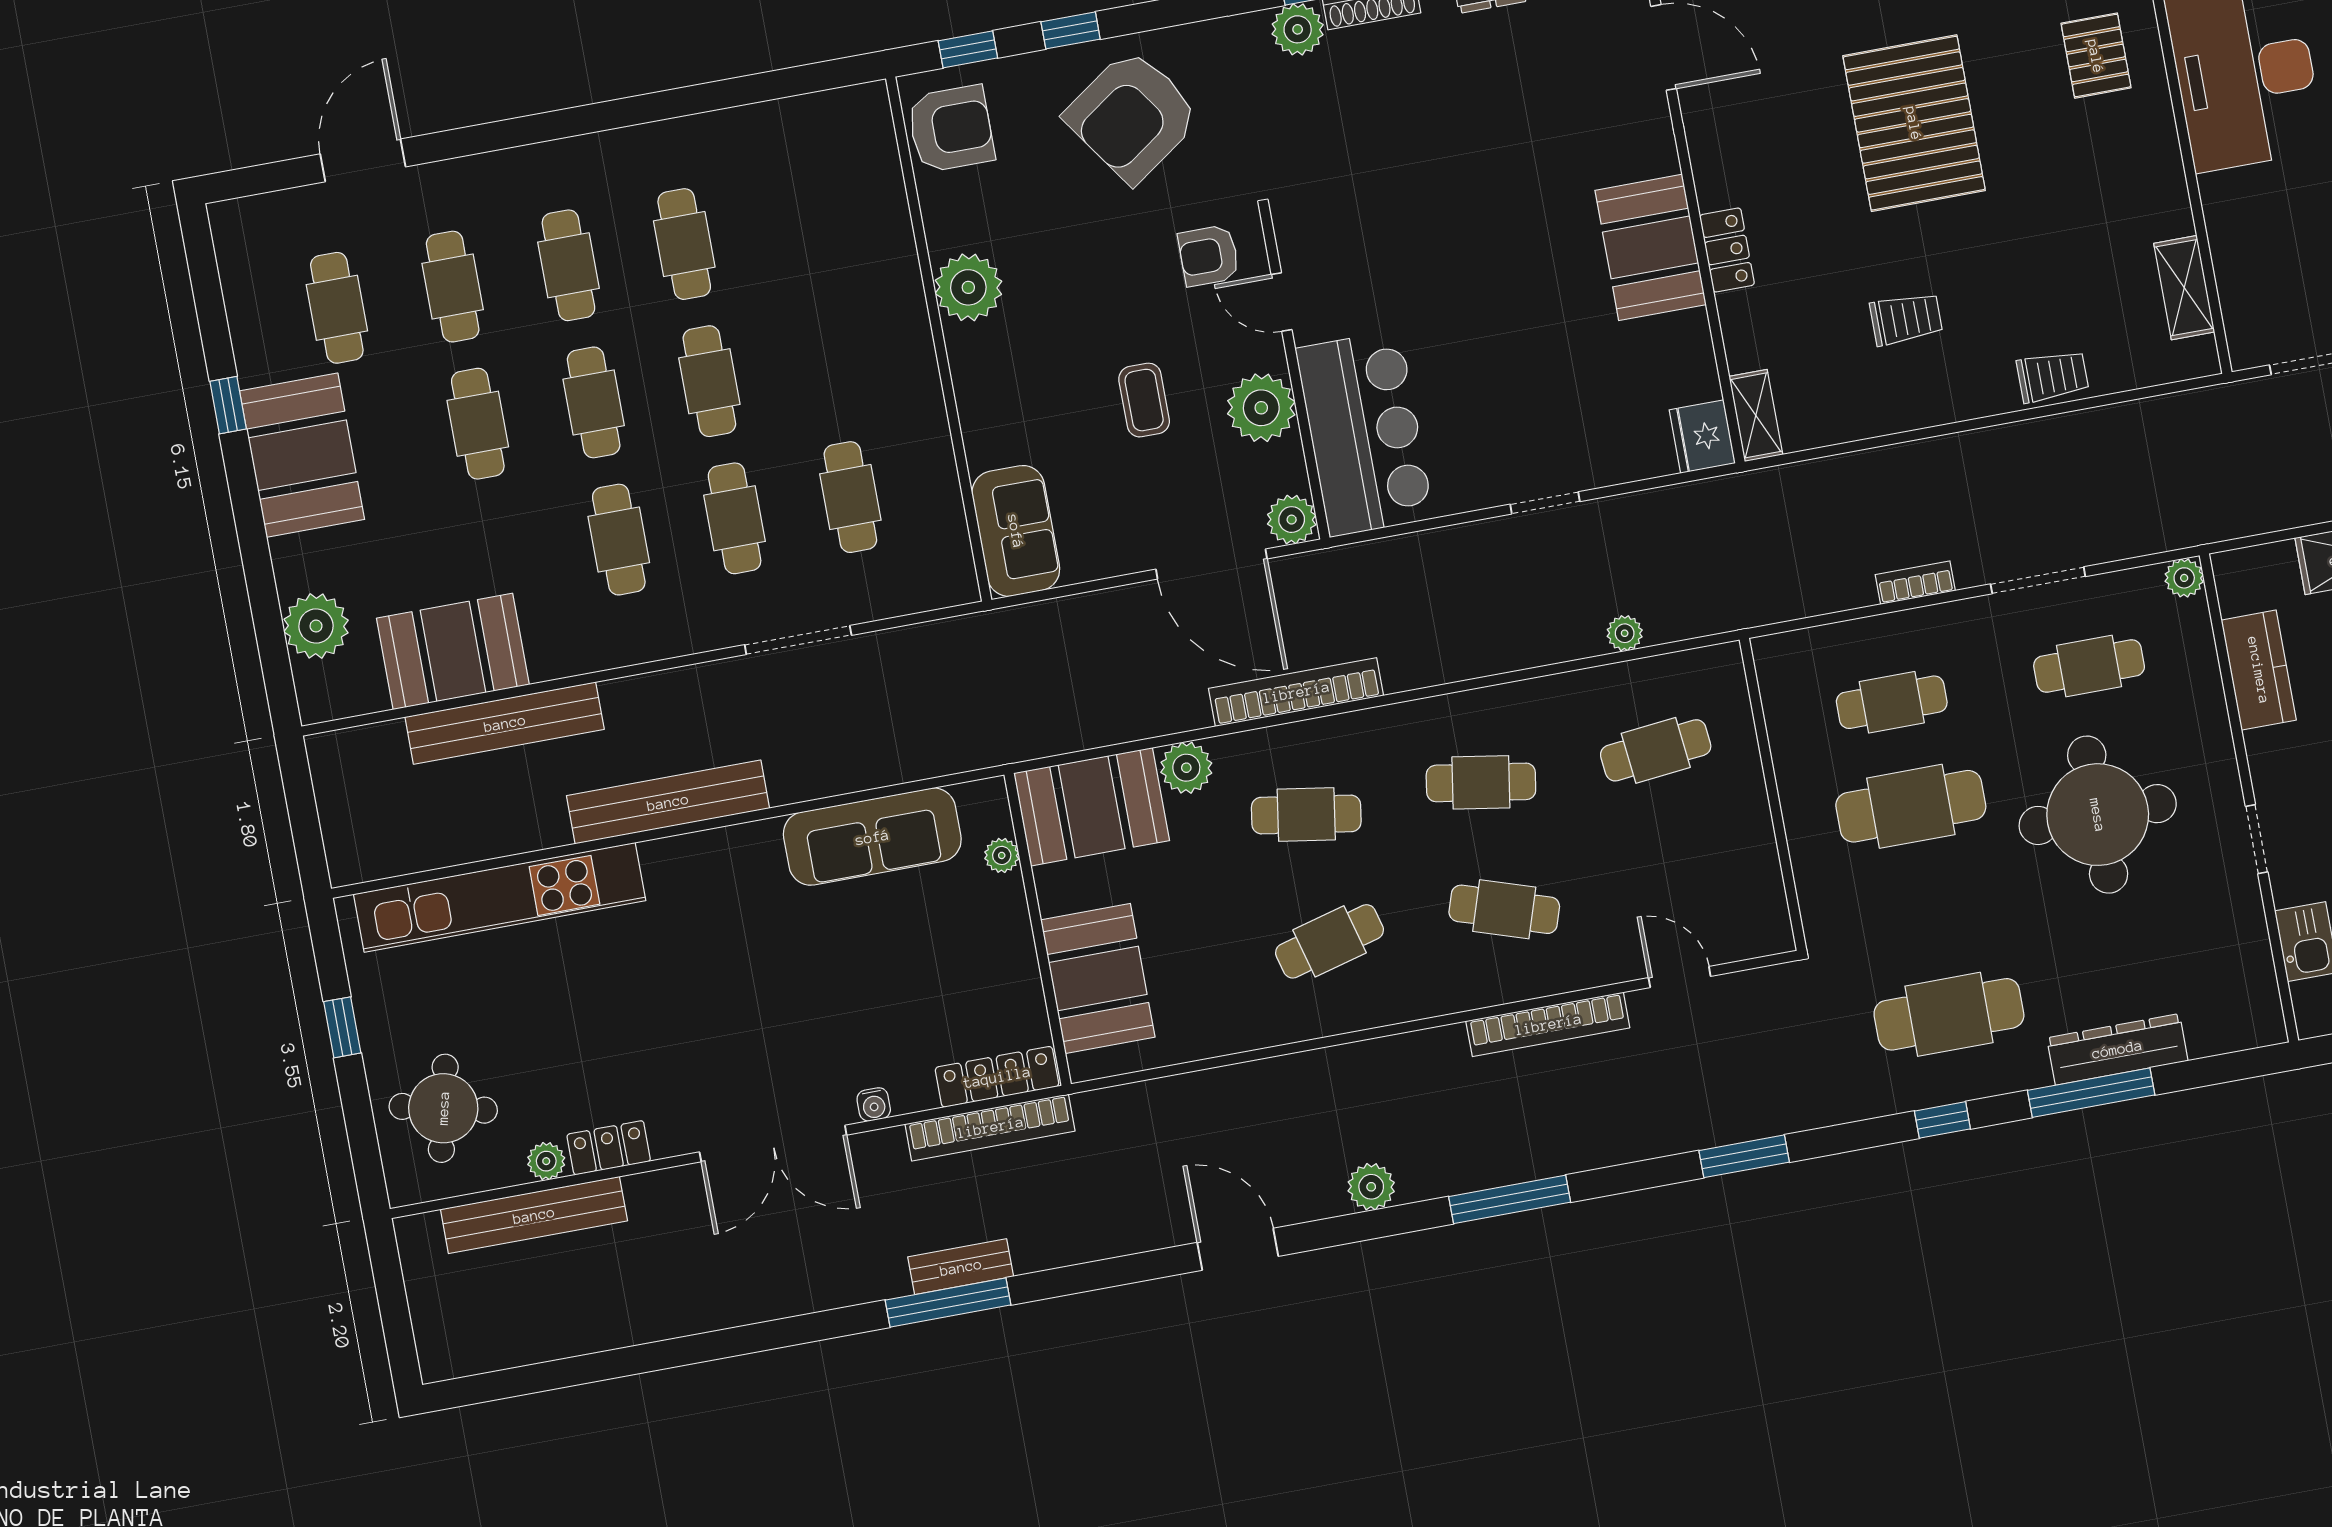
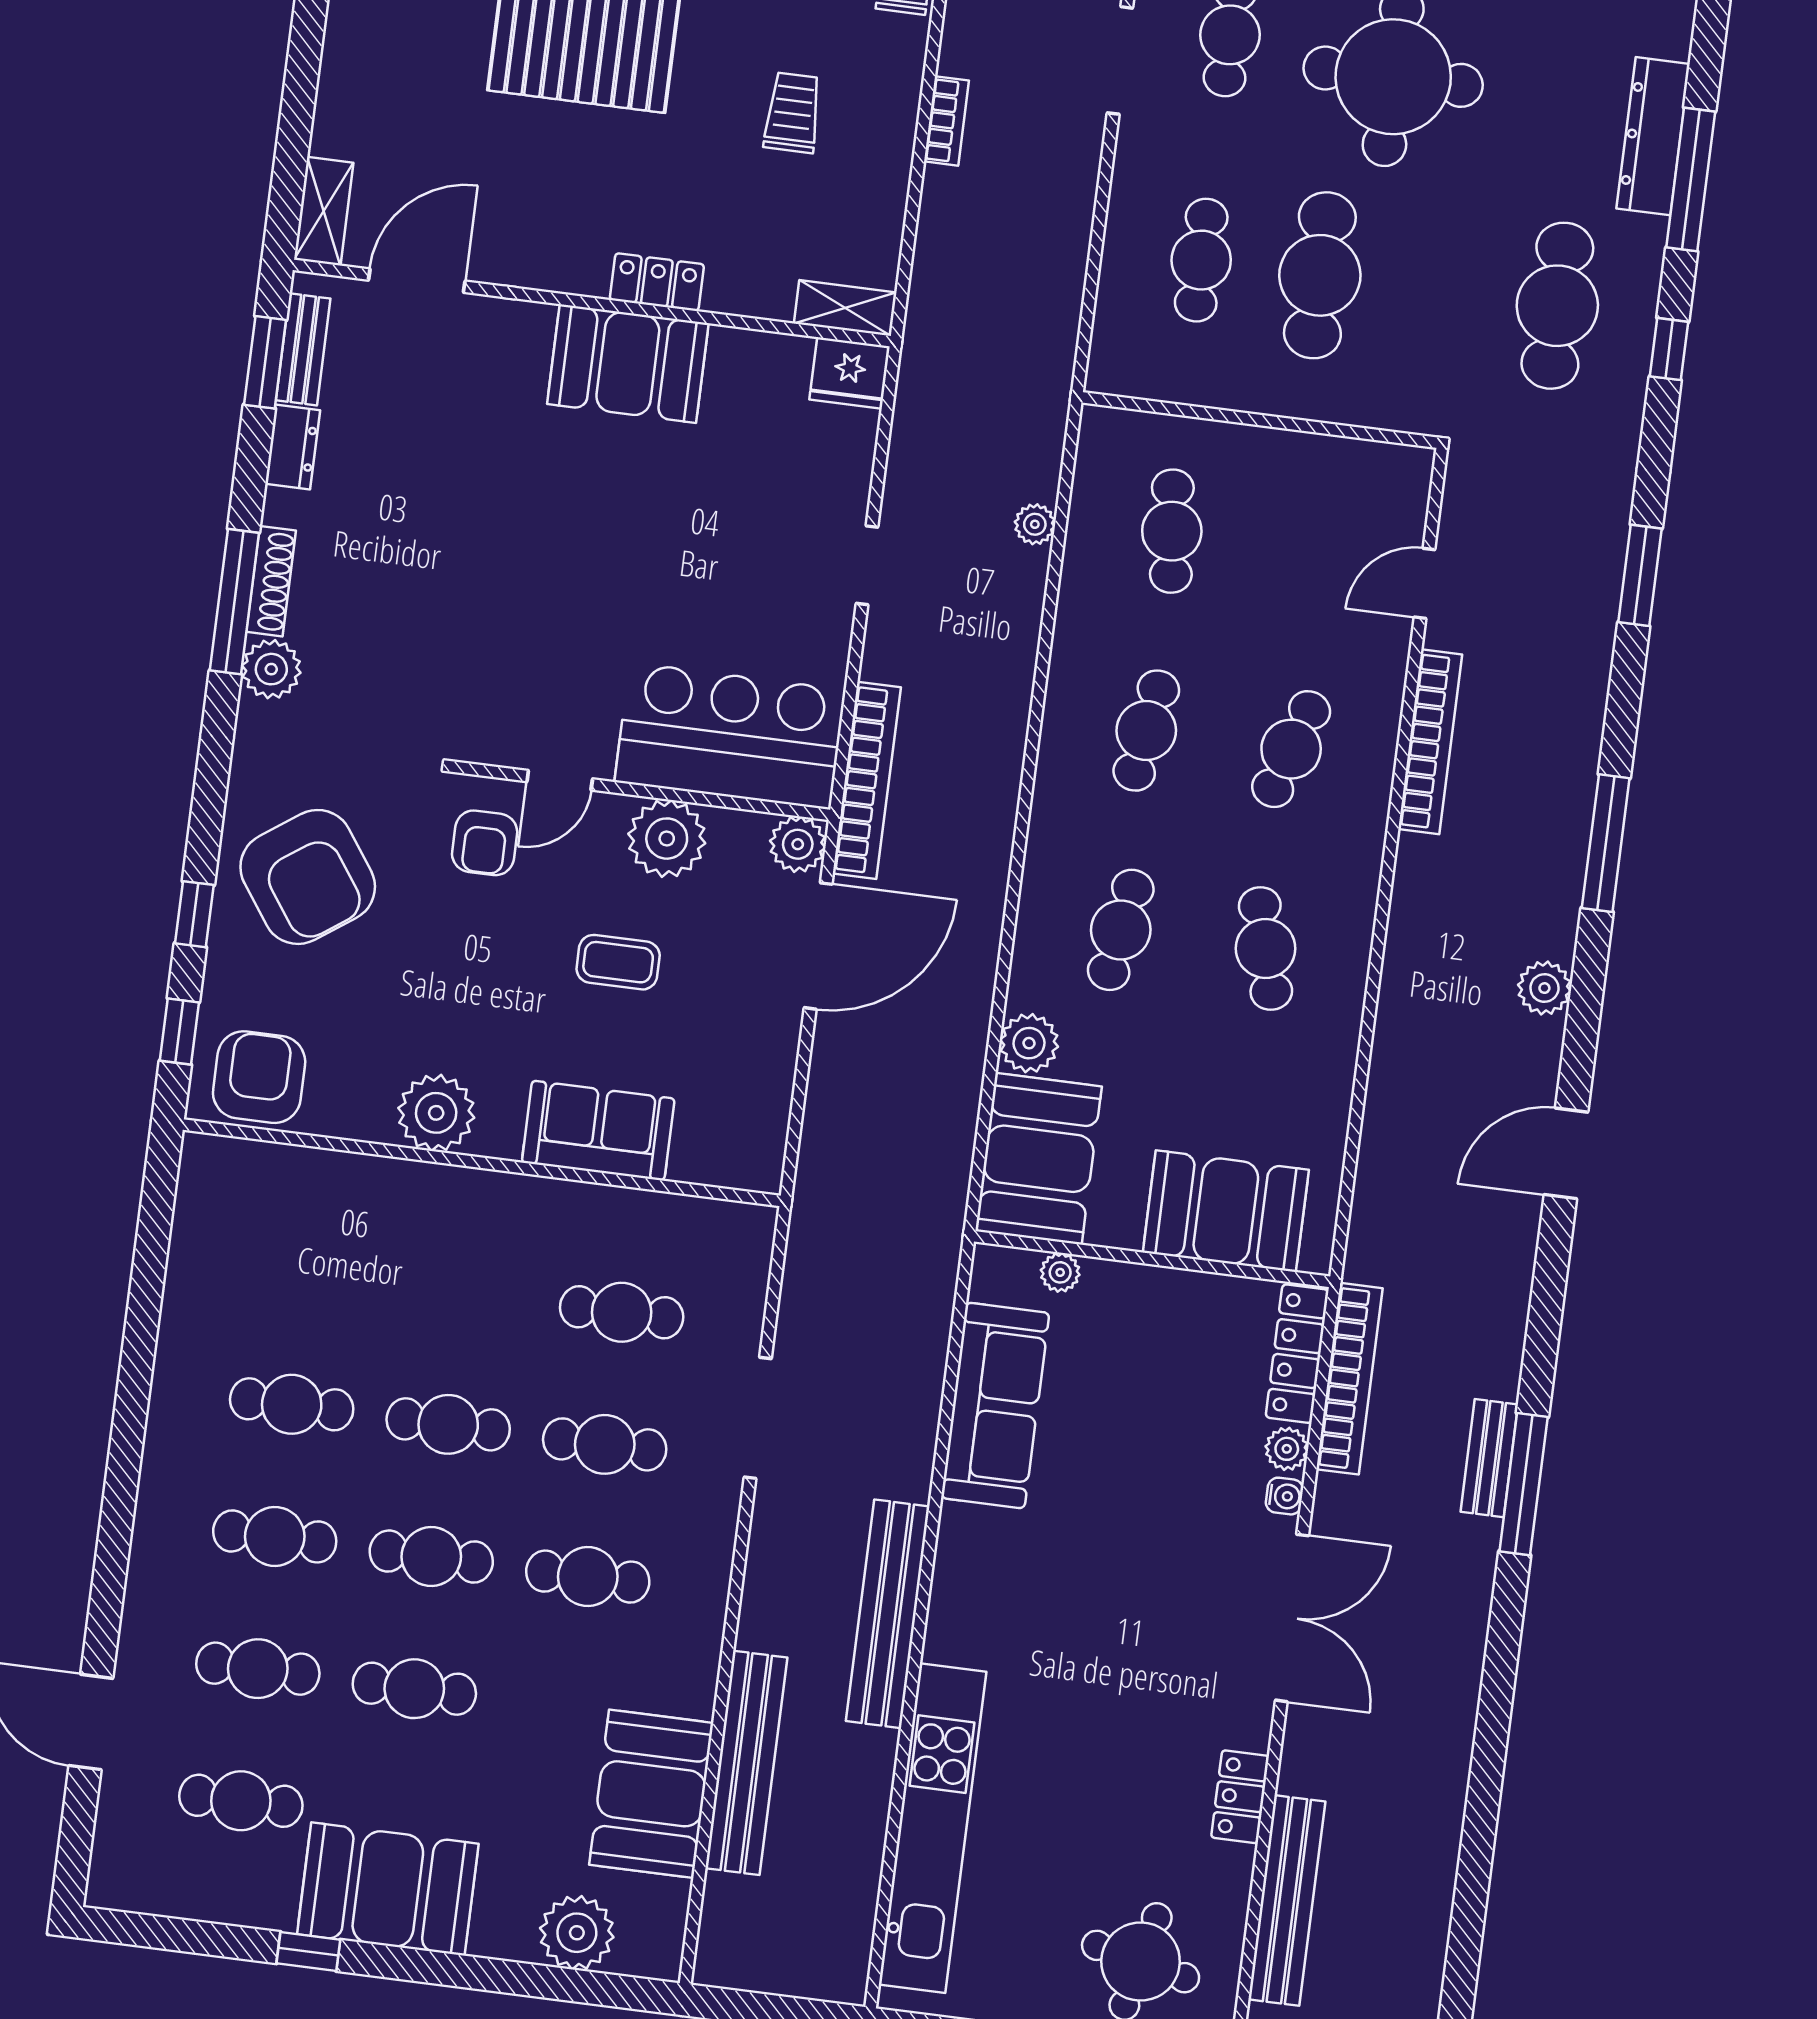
sofa: (1016, 531) -> (598, 1131), moved
bookcase: (1915, 583) -> (946, 121), moved, turned 180
bookcase: (1296, 692) -> (867, 780), moved, turned 180
plant: (546, 1161) -> (1287, 1449), moved

